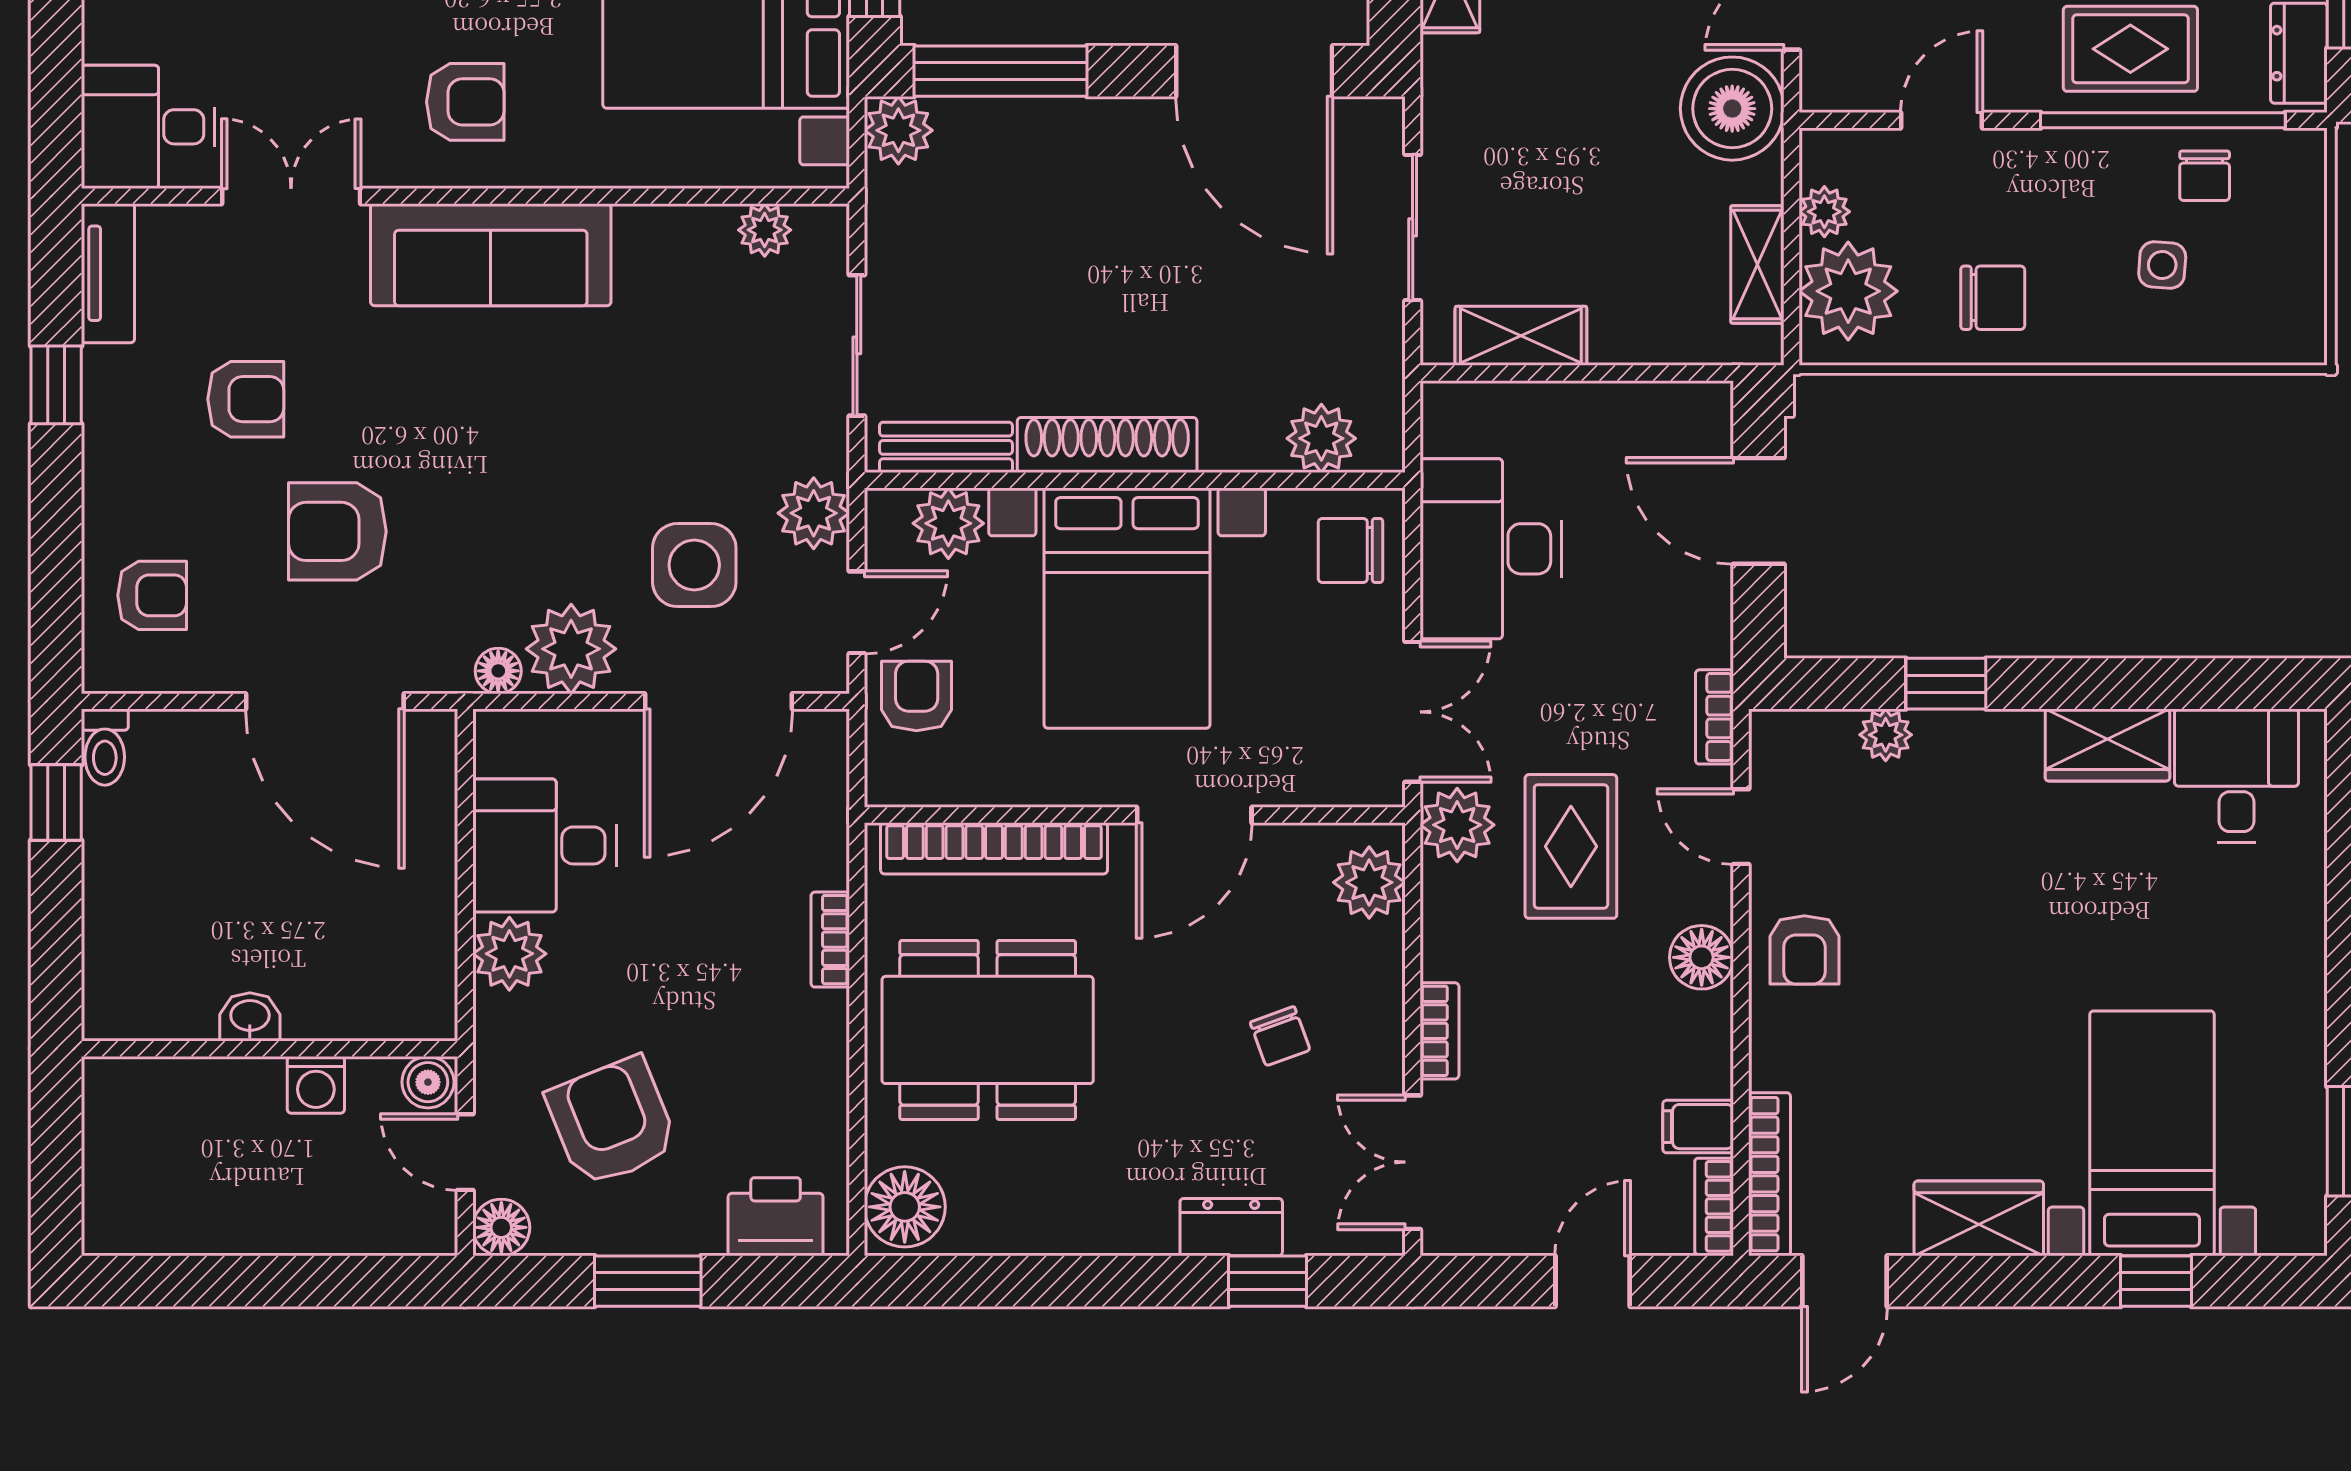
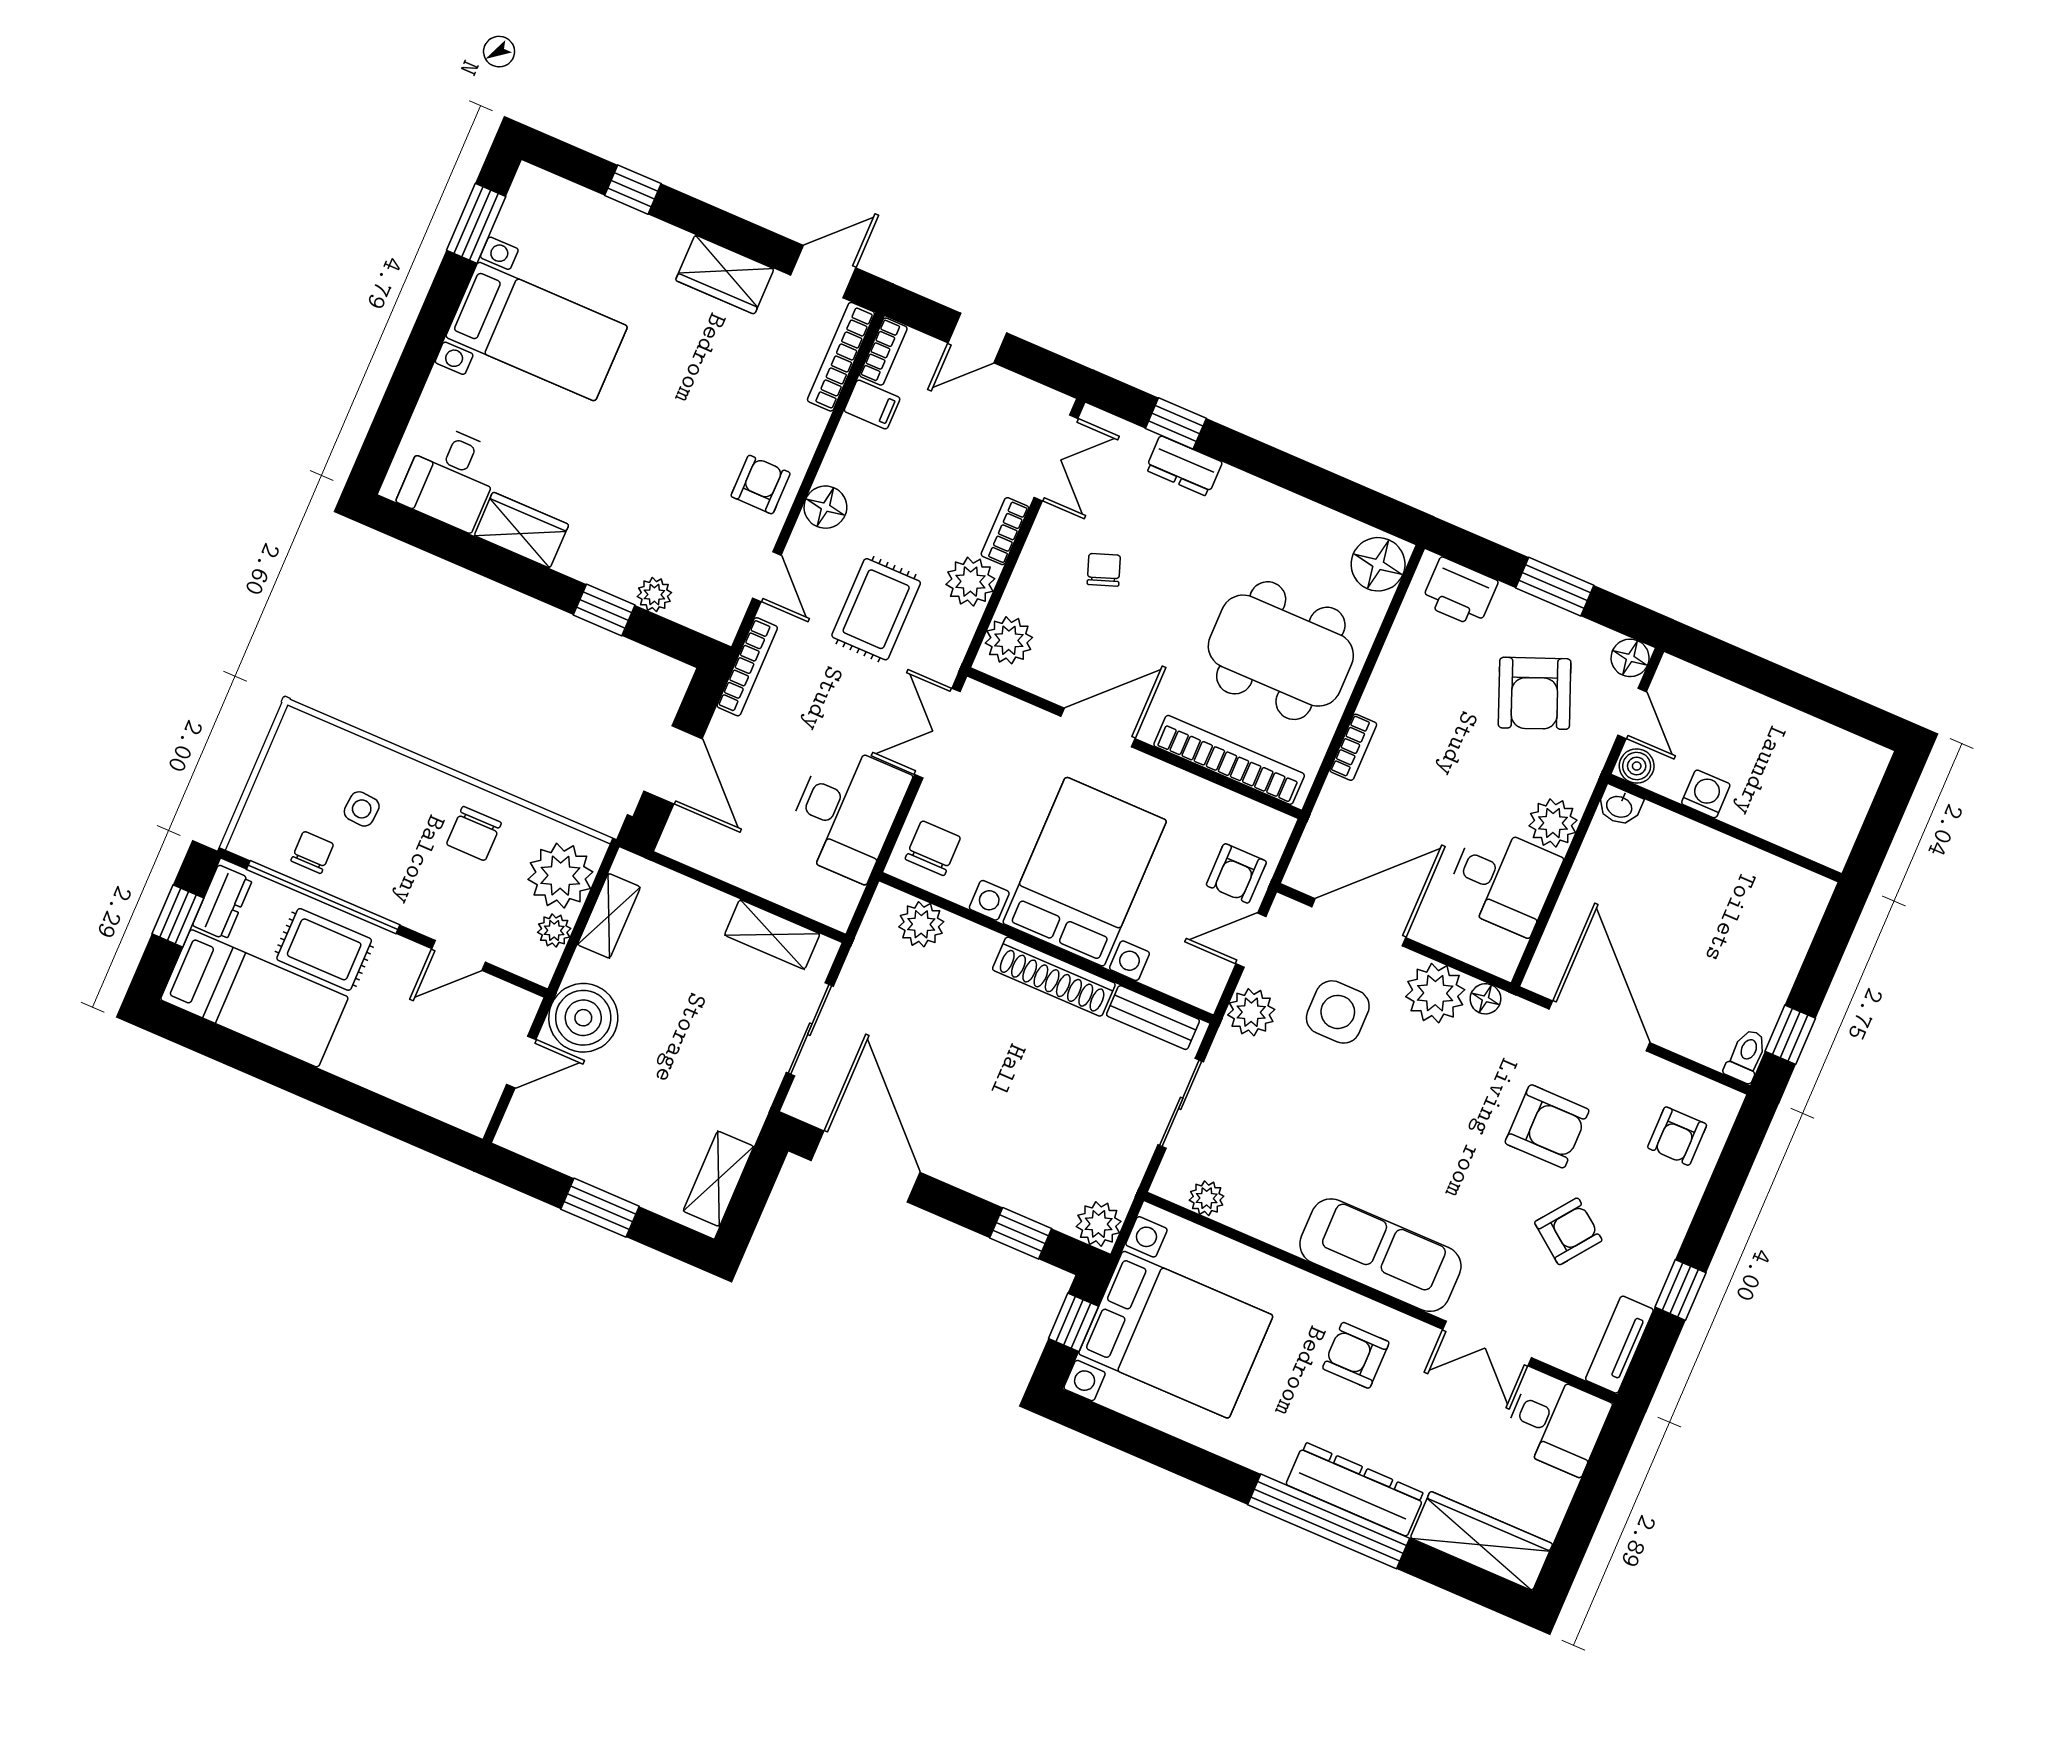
window: (1001, 71) -> (1021, 1233), width x0.46
chair: (1993, 298) -> (474, 834), turned -90
armchair: (246, 399) -> (1568, 1231), turned 127
plant: (948, 523) -> (1171, 971), removed
chair: (1350, 550) -> (933, 848), turned -90
armchair: (152, 595) -> (1677, 1136), turned -90
bookcase: (1715, 717) -> (747, 667), width x1.56
plant: (1457, 825) -> (970, 582), moved
washbasin: (250, 1017) -> (1620, 806), moved
bed with nightstands: (2152, 1133) -> (537, 332), moved, turned -90

